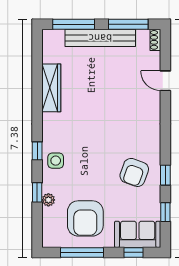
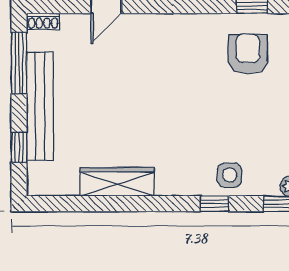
window: (74, 24) -> (19, 147), width x0.46
armchair: (134, 172) -> (248, 54), turned -110

